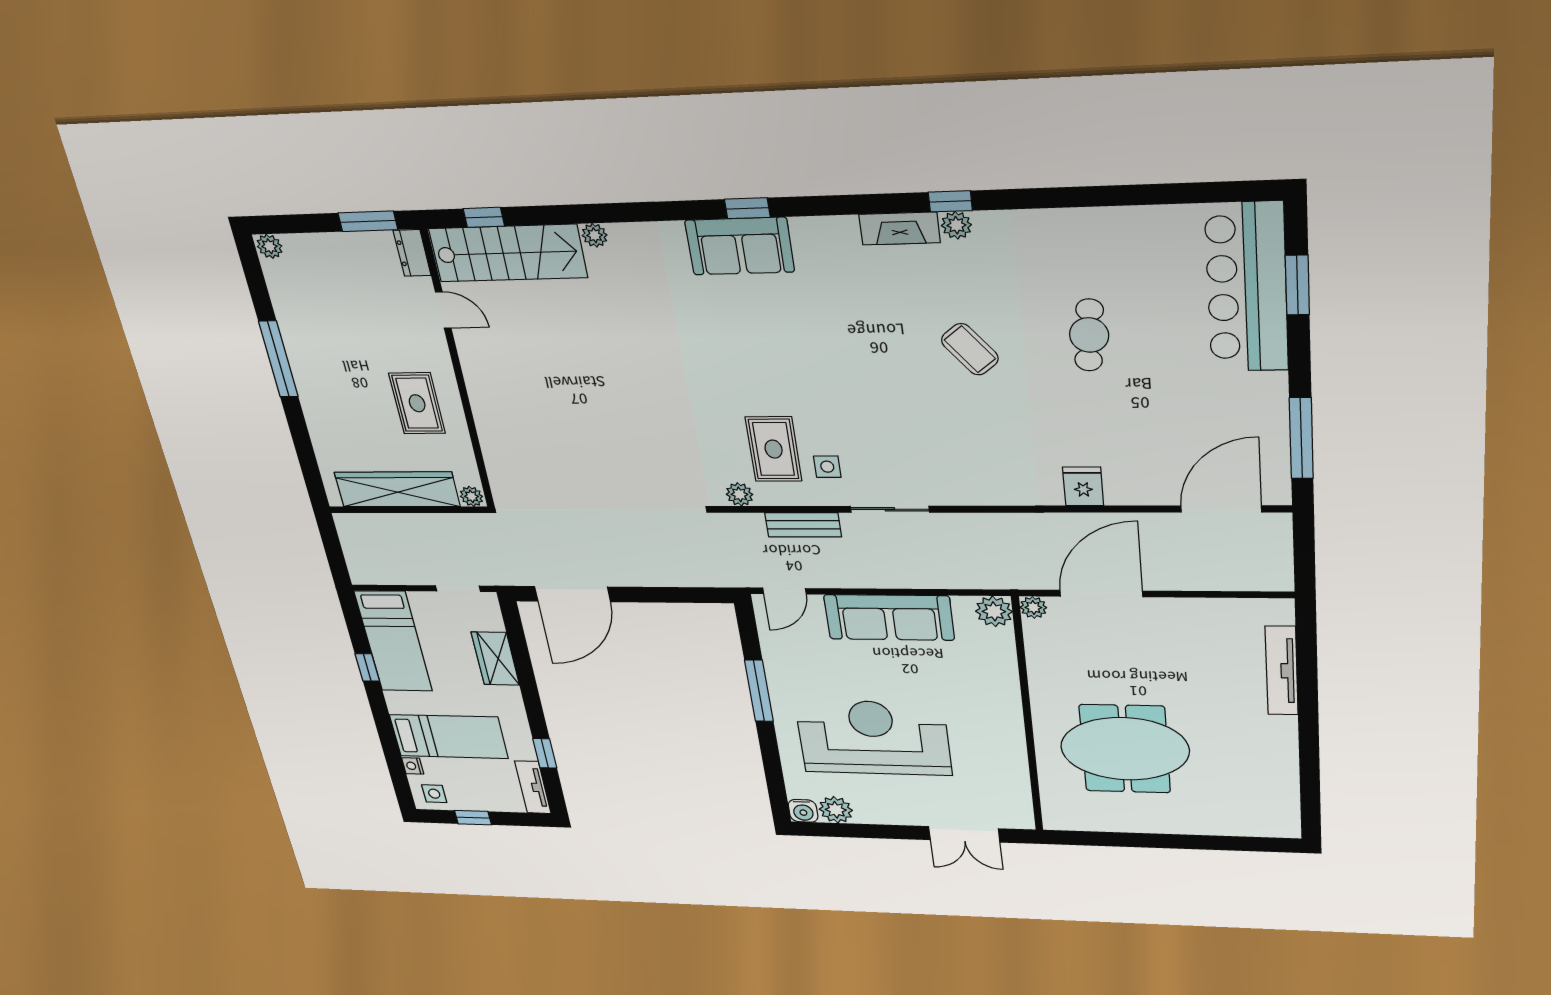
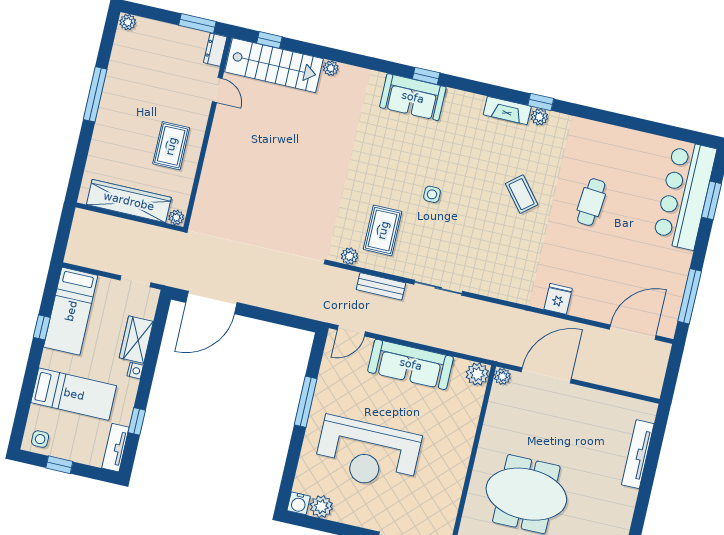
side table: (827, 467) -> (432, 194), moved
reception desk: (873, 738) -> (368, 454), turned 180
nightstand: (413, 766) -> (135, 371), moved, turned 180

